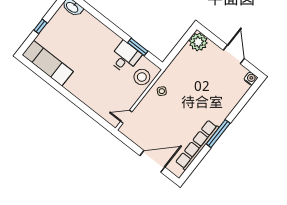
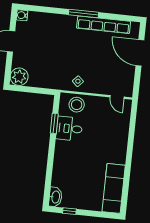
window: (40, 26) -> (69, 211), moved

